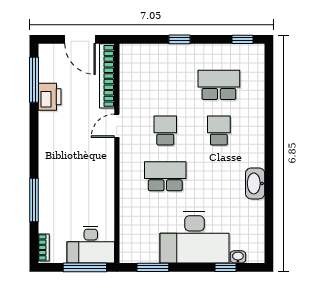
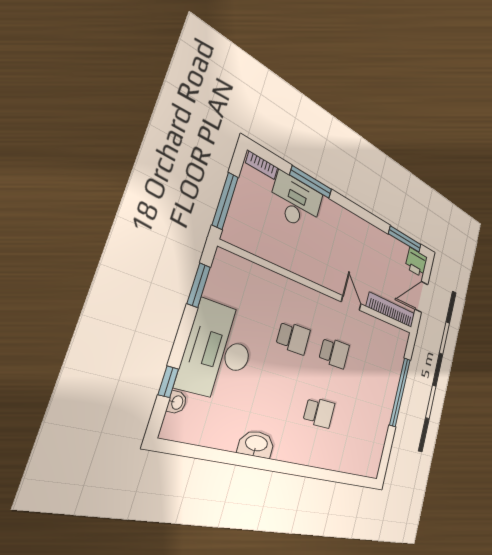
window: (179, 39) -> (400, 392), width x3.17
window: (242, 39) -> (385, 456), removed
school desk: (219, 85) -> (357, 423), removed
printer: (50, 97) -> (416, 262), moved
school desk: (165, 176) -> (293, 338), width x0.54
desk: (91, 245) -> (296, 202), moved, turned 90

